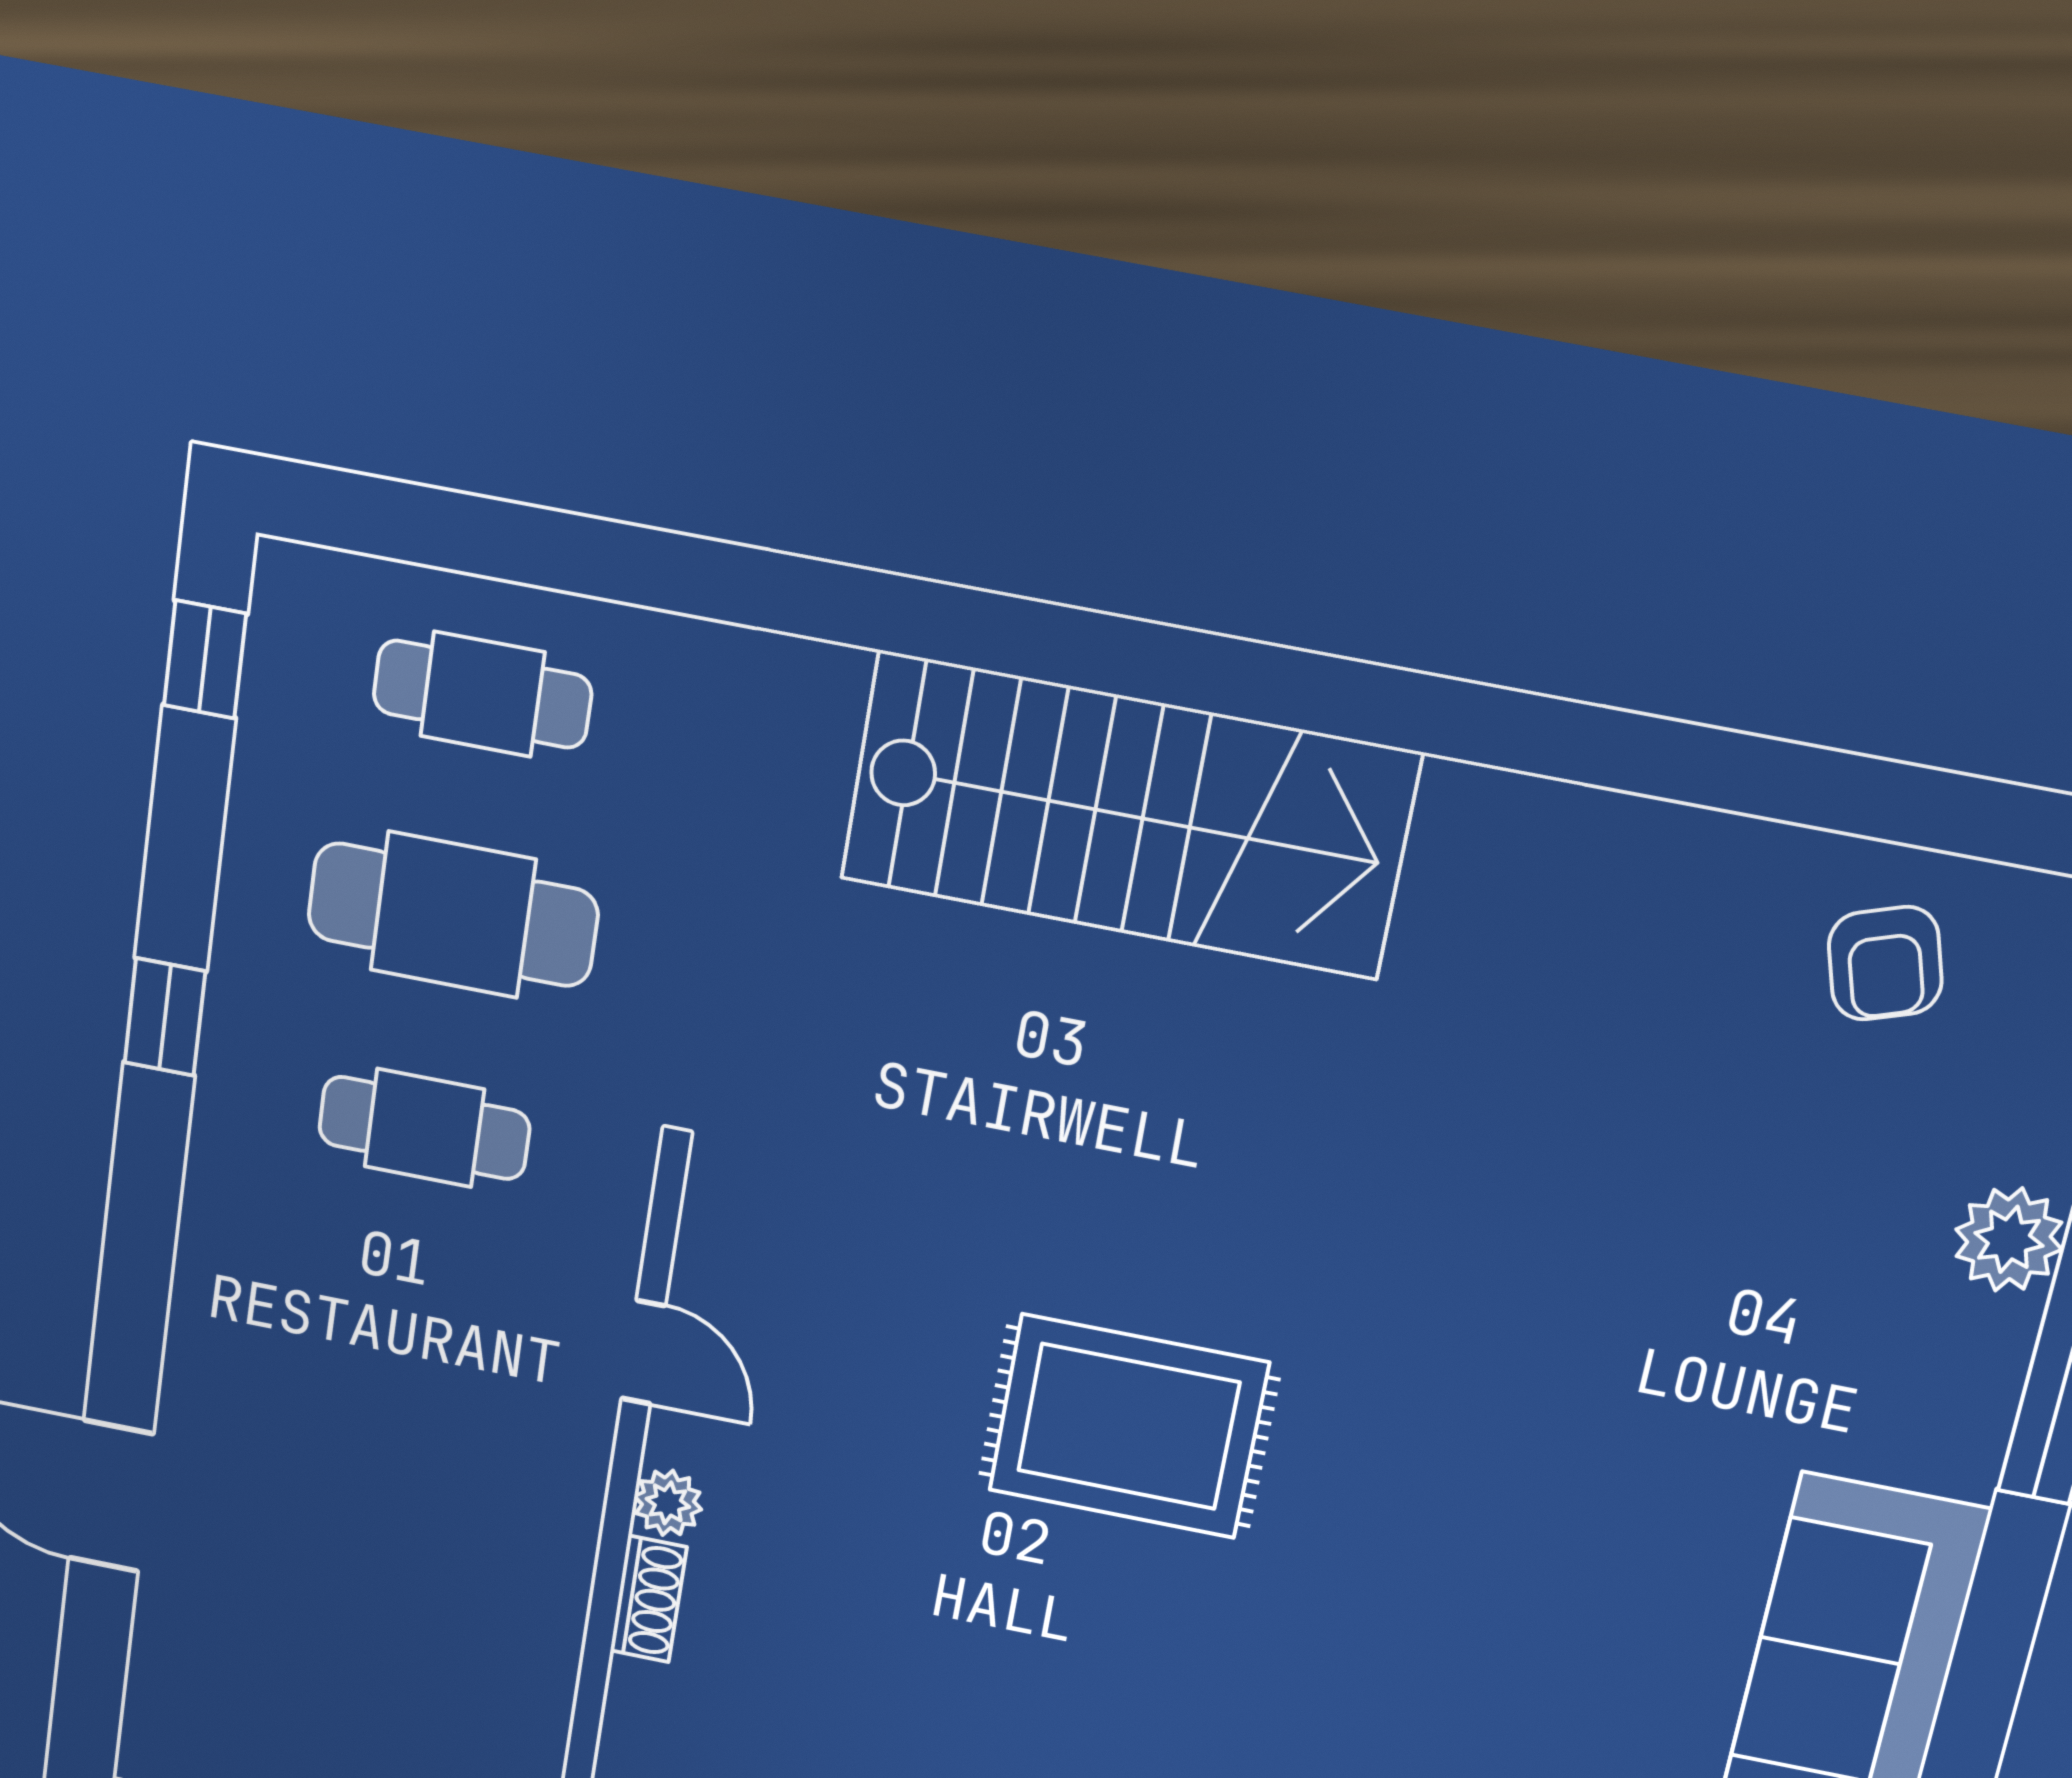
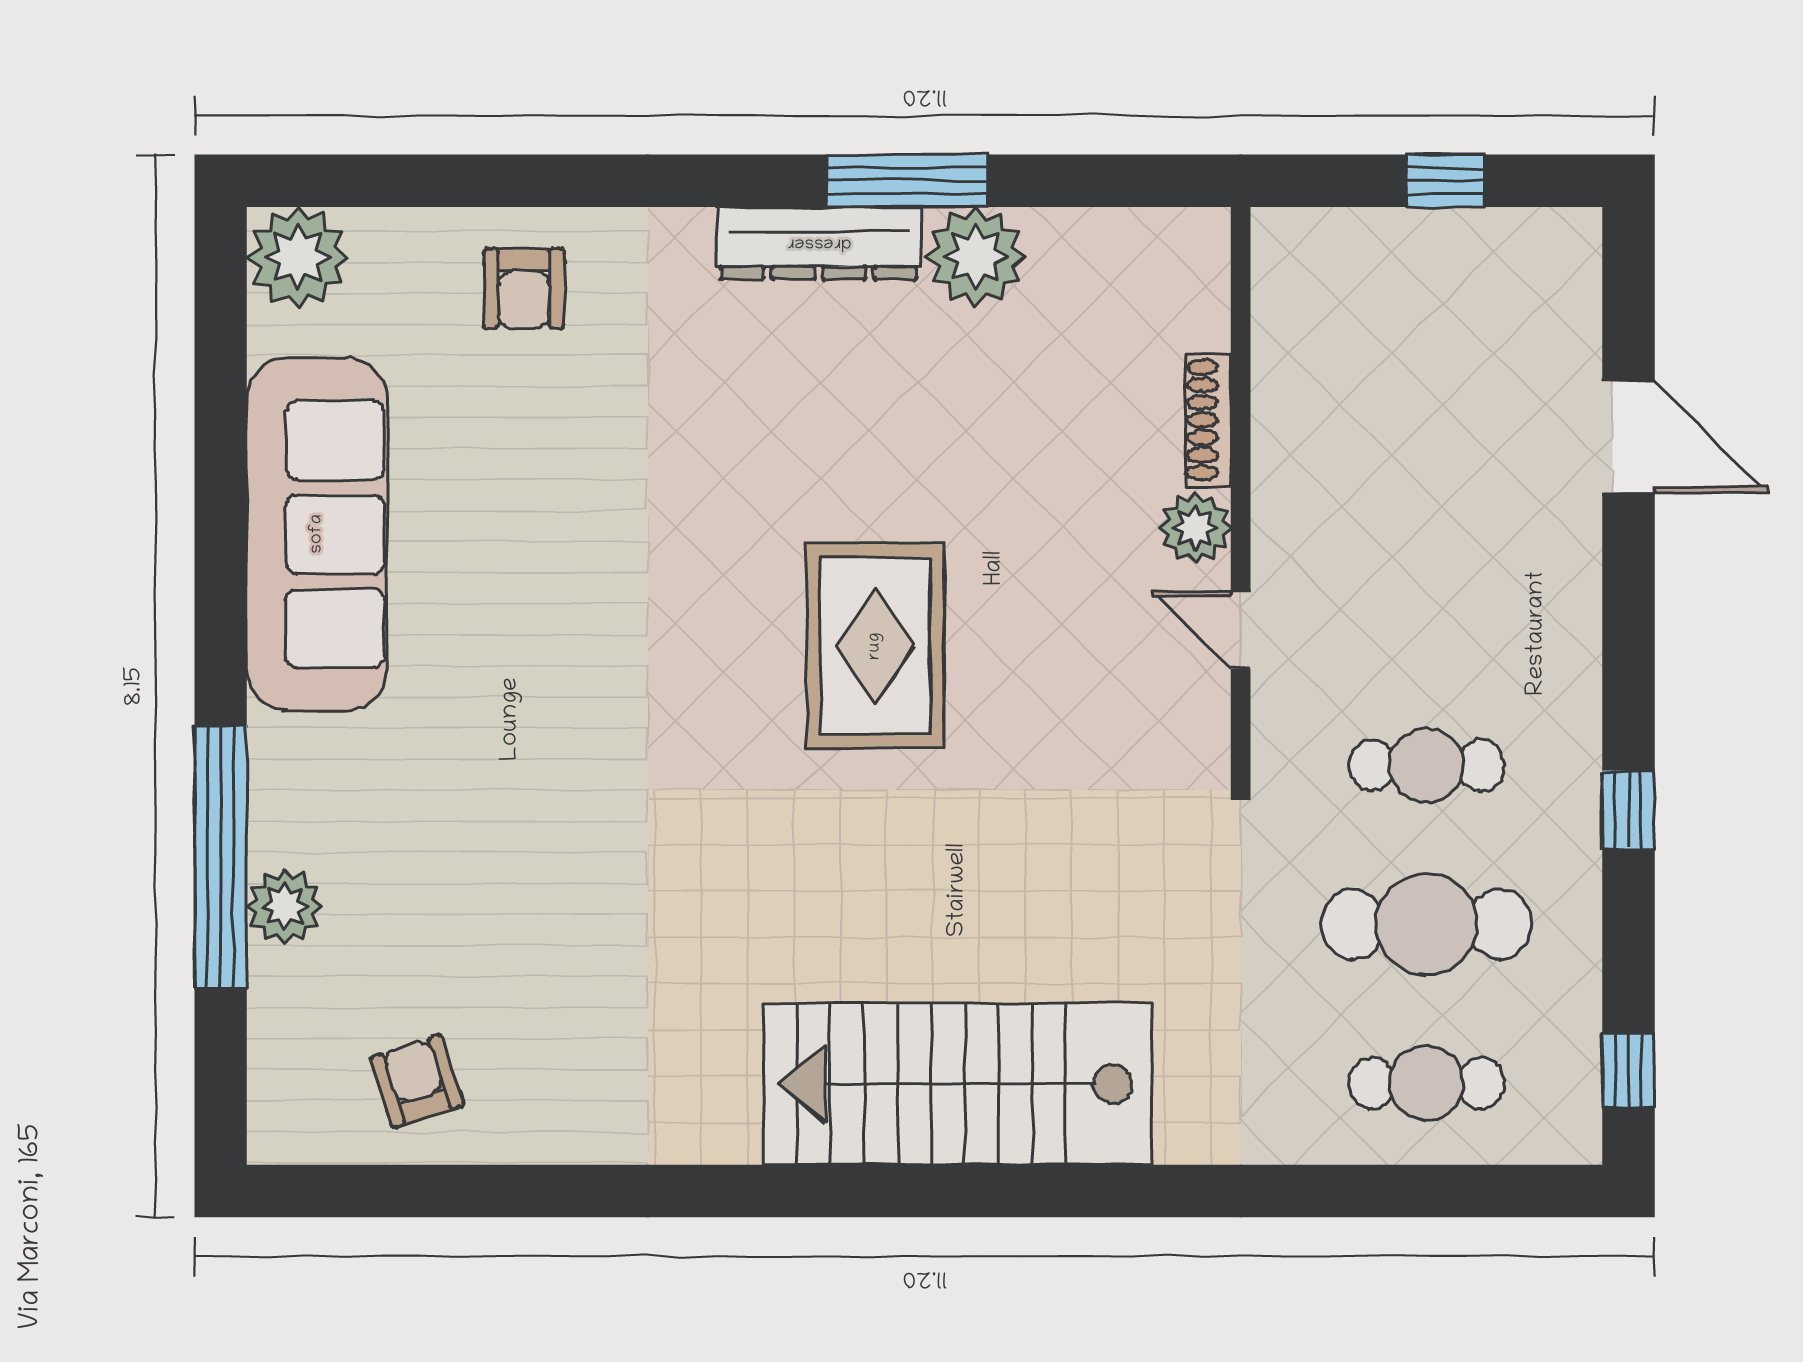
rug: (1128, 1426) -> (875, 646), turned 90
plant: (668, 1503) -> (1195, 528), width x1.38, depth x1.38
shoe rack: (648, 1599) -> (1208, 420), width x1.43

